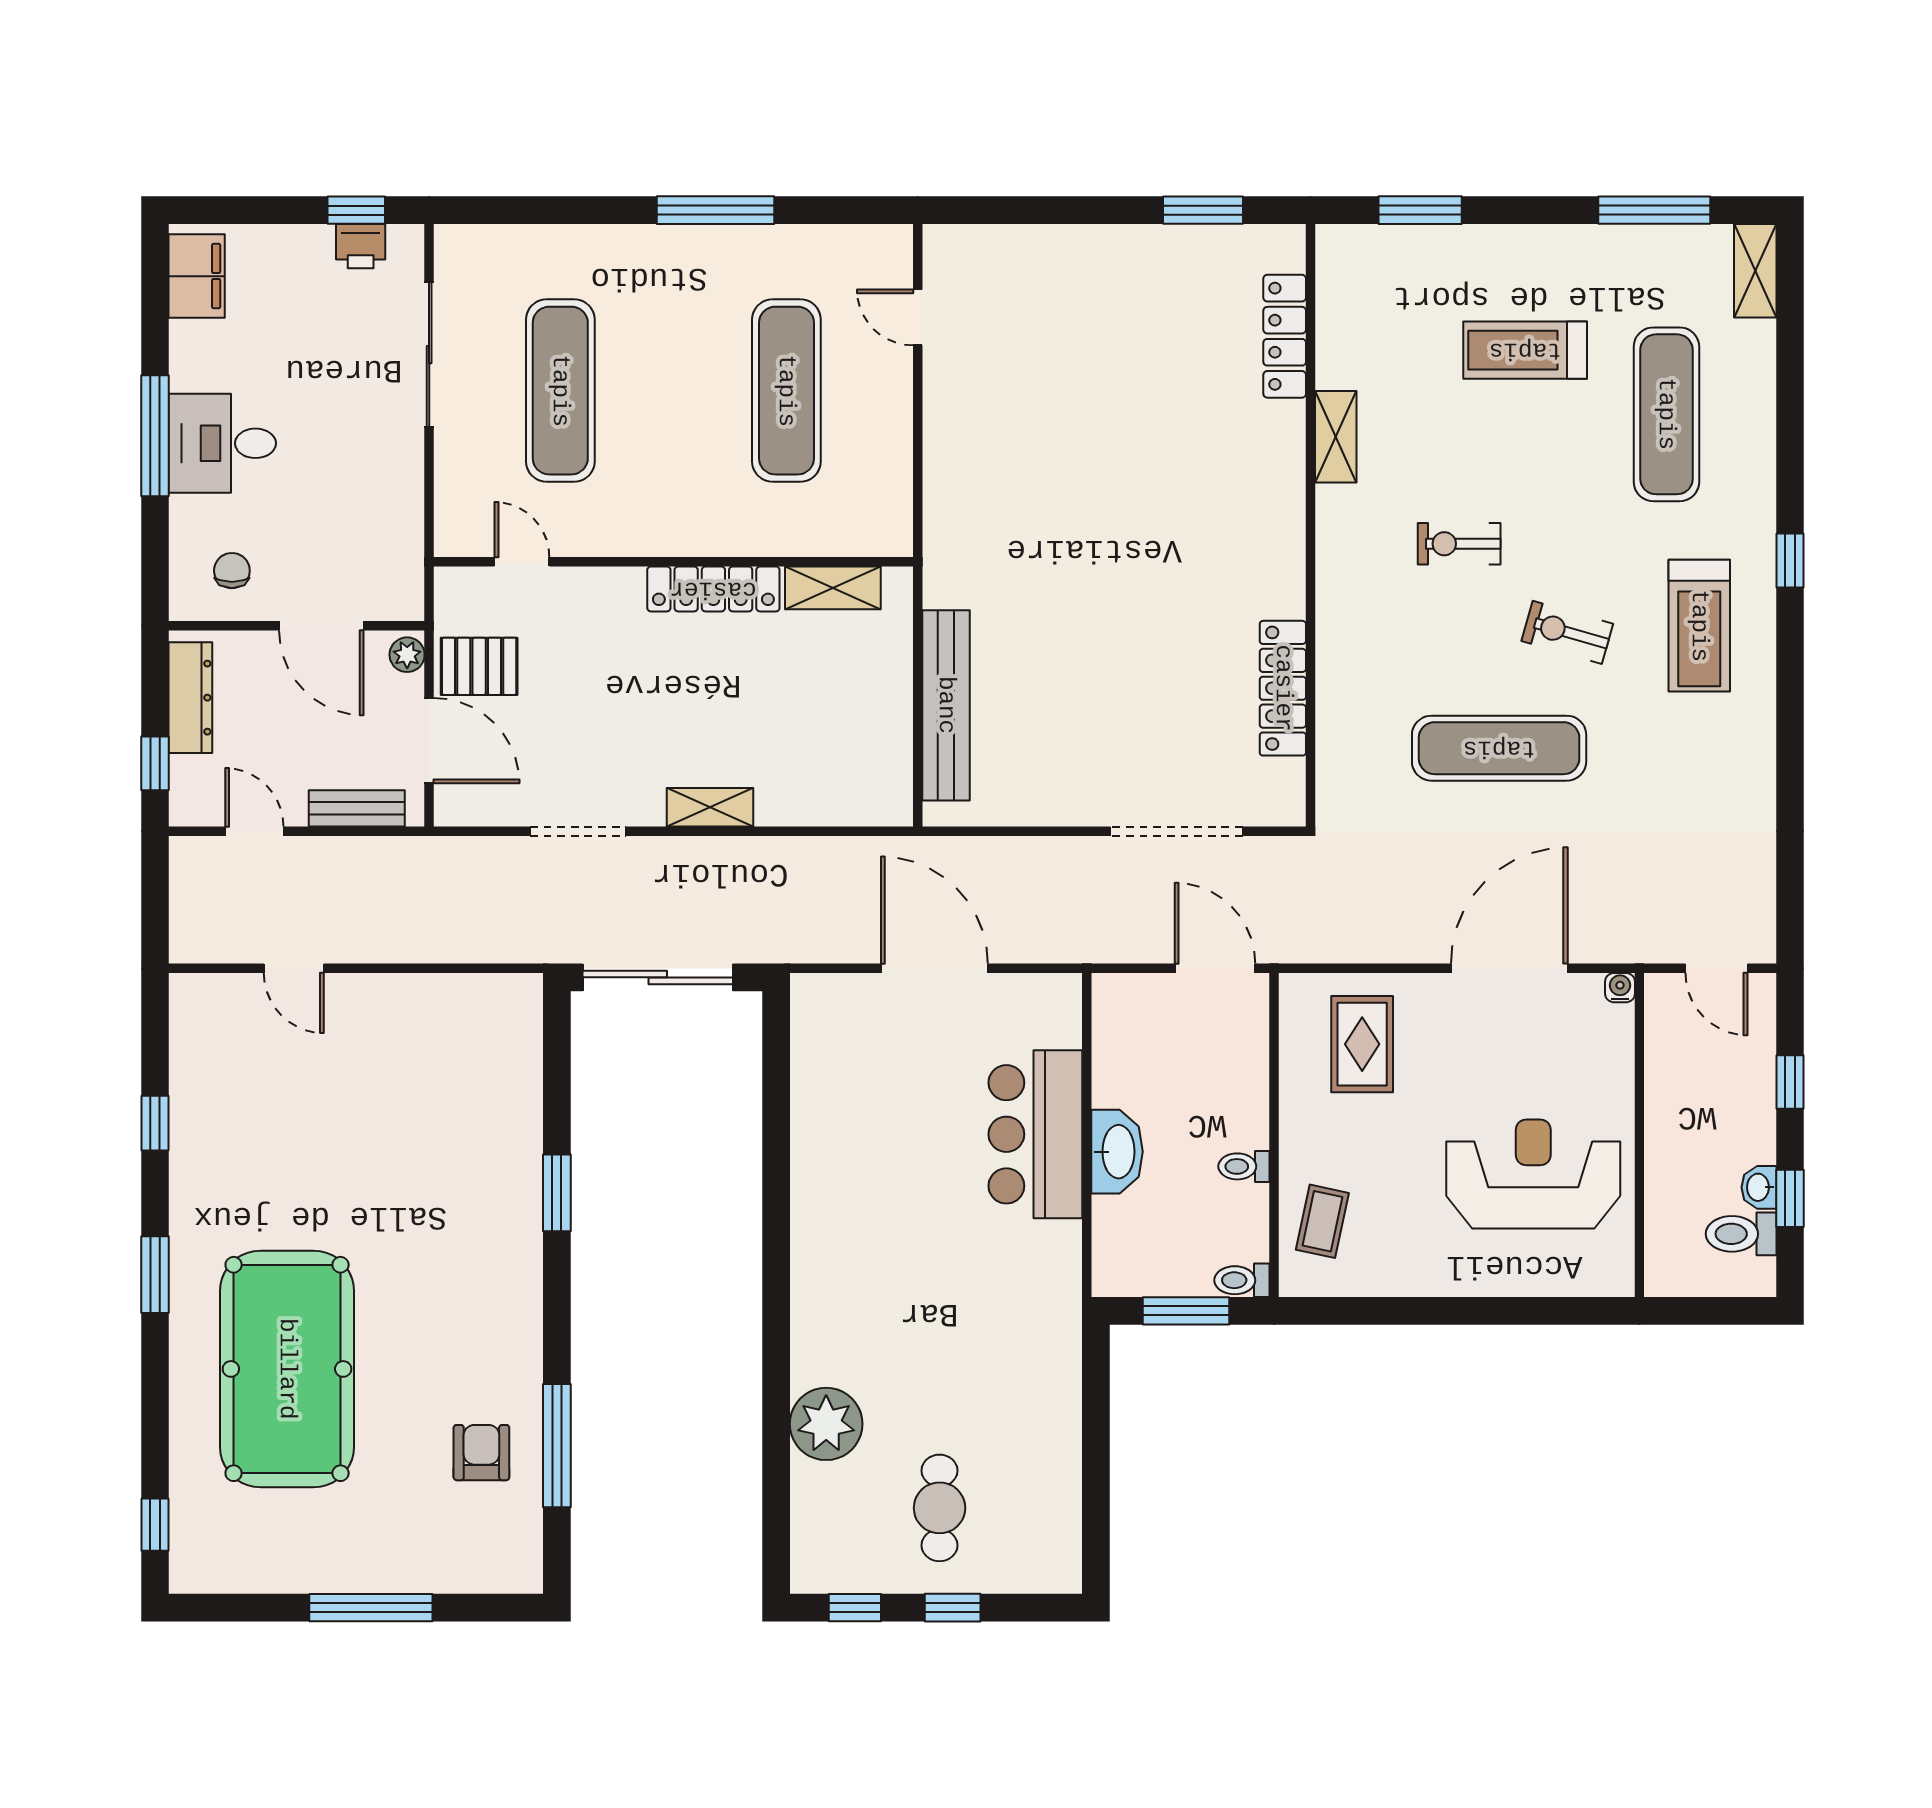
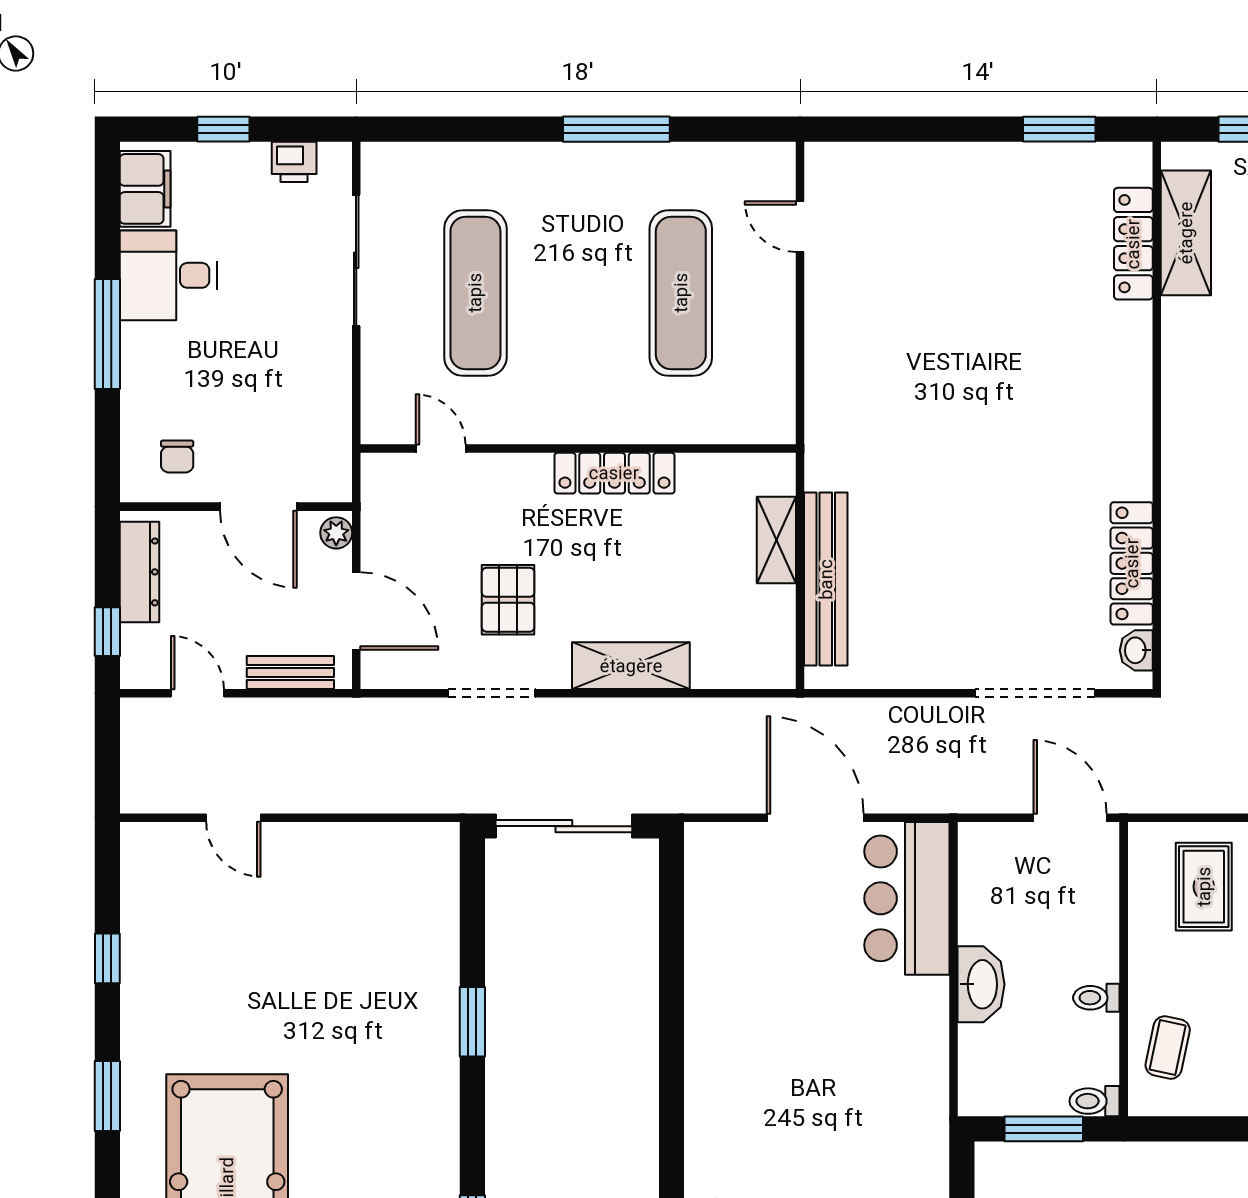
window: (356, 210) -> (223, 129), moved
shelving: (1336, 437) -> (1186, 233), moved, width x1.50, depth x1.33
desk: (222, 443) -> (168, 275), moved
chair: (232, 571) -> (177, 456), turned 180
shelving: (833, 588) -> (776, 540), moved, turned 90
pallet: (479, 666) -> (508, 600), moved, turned 90
washbasin: (1288, 784) -> (1136, 650), added
shelving: (710, 807) -> (631, 666), width x1.50, depth x1.33
bar counter: (1035, 1134) -> (907, 898), moved

